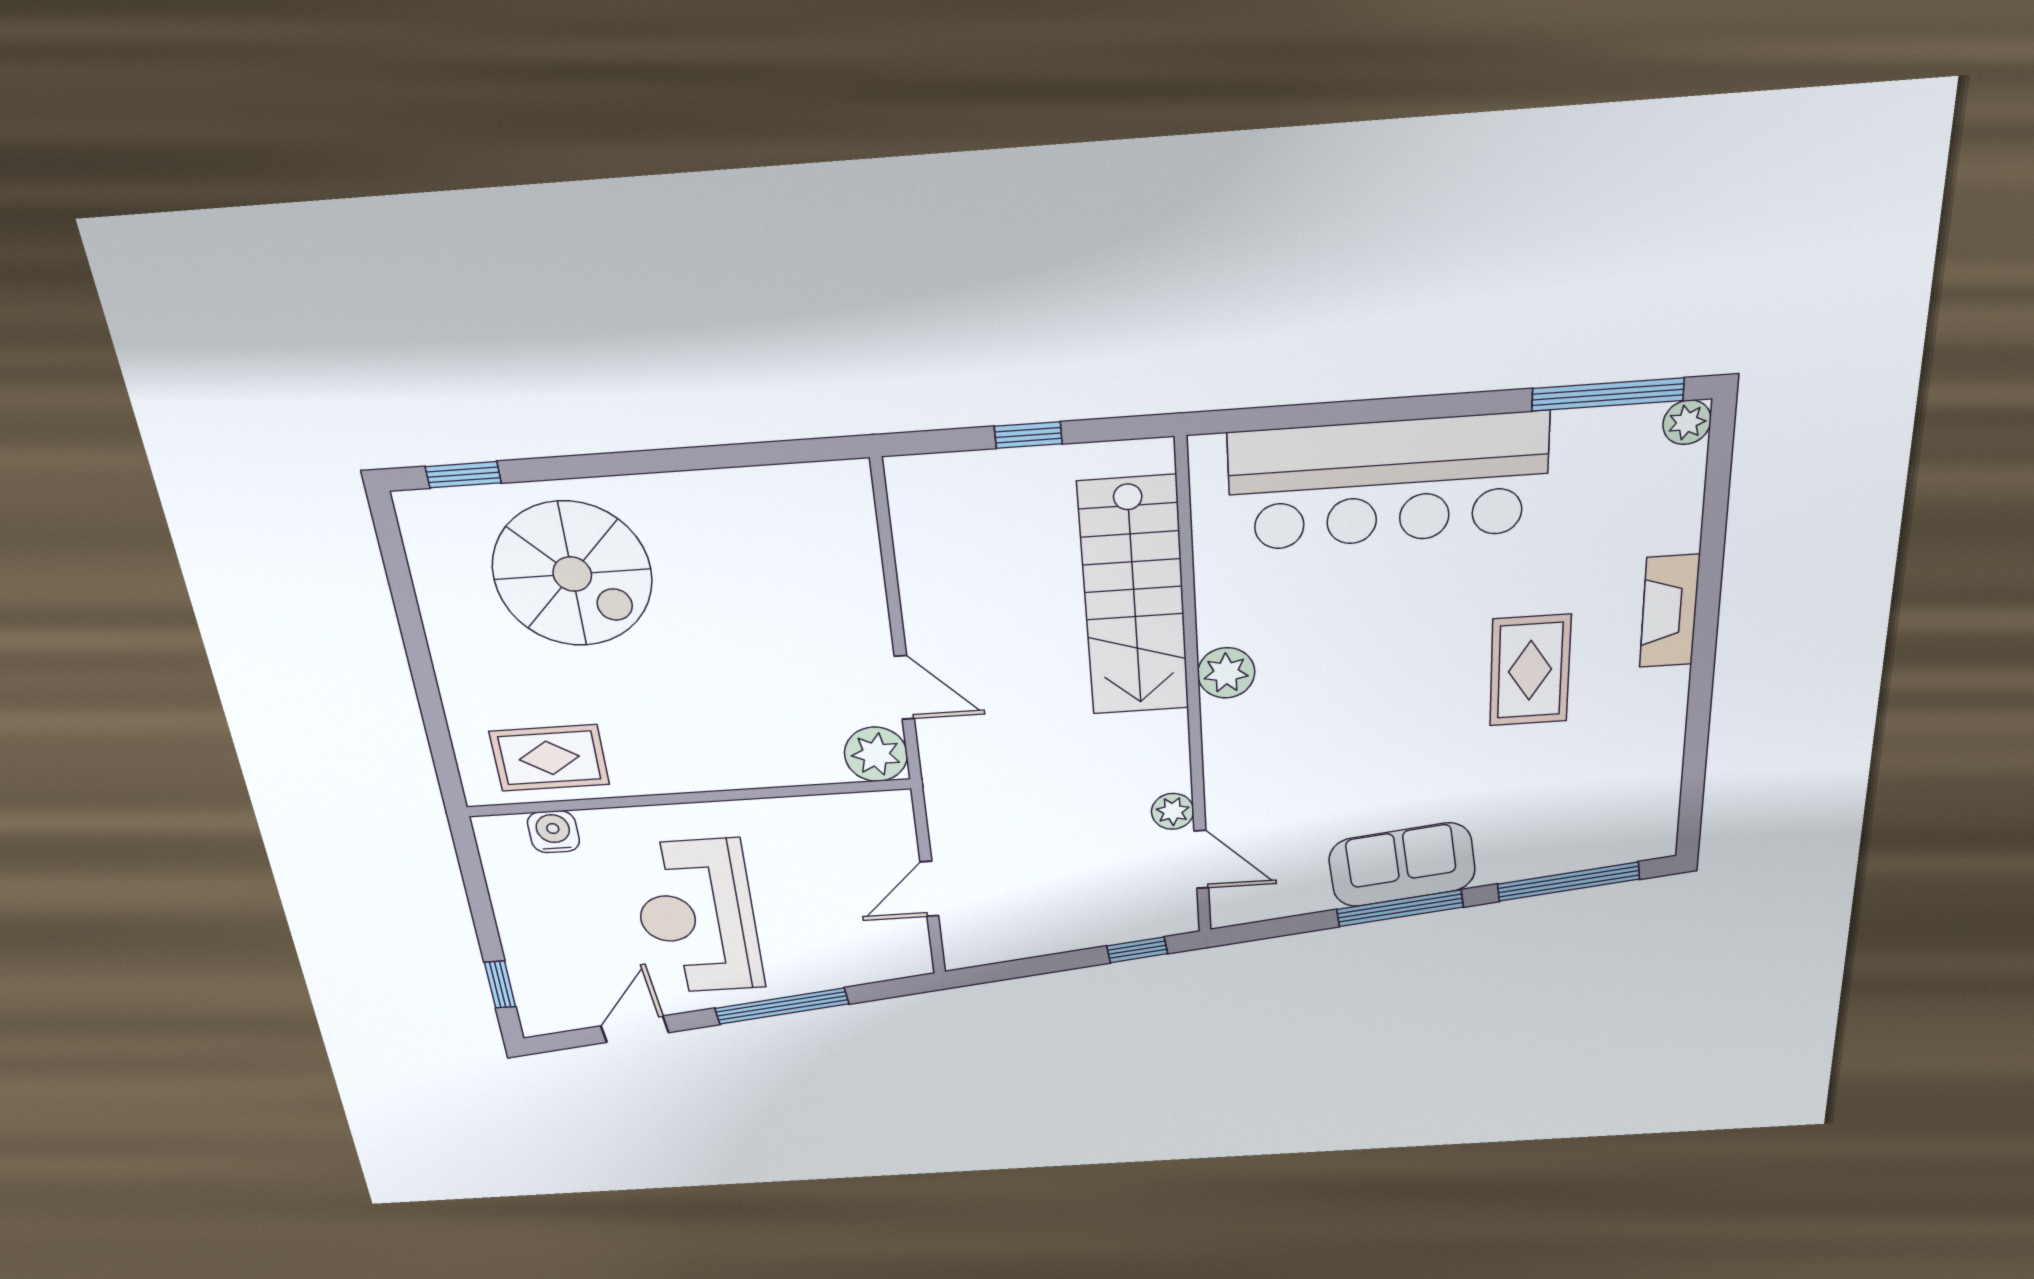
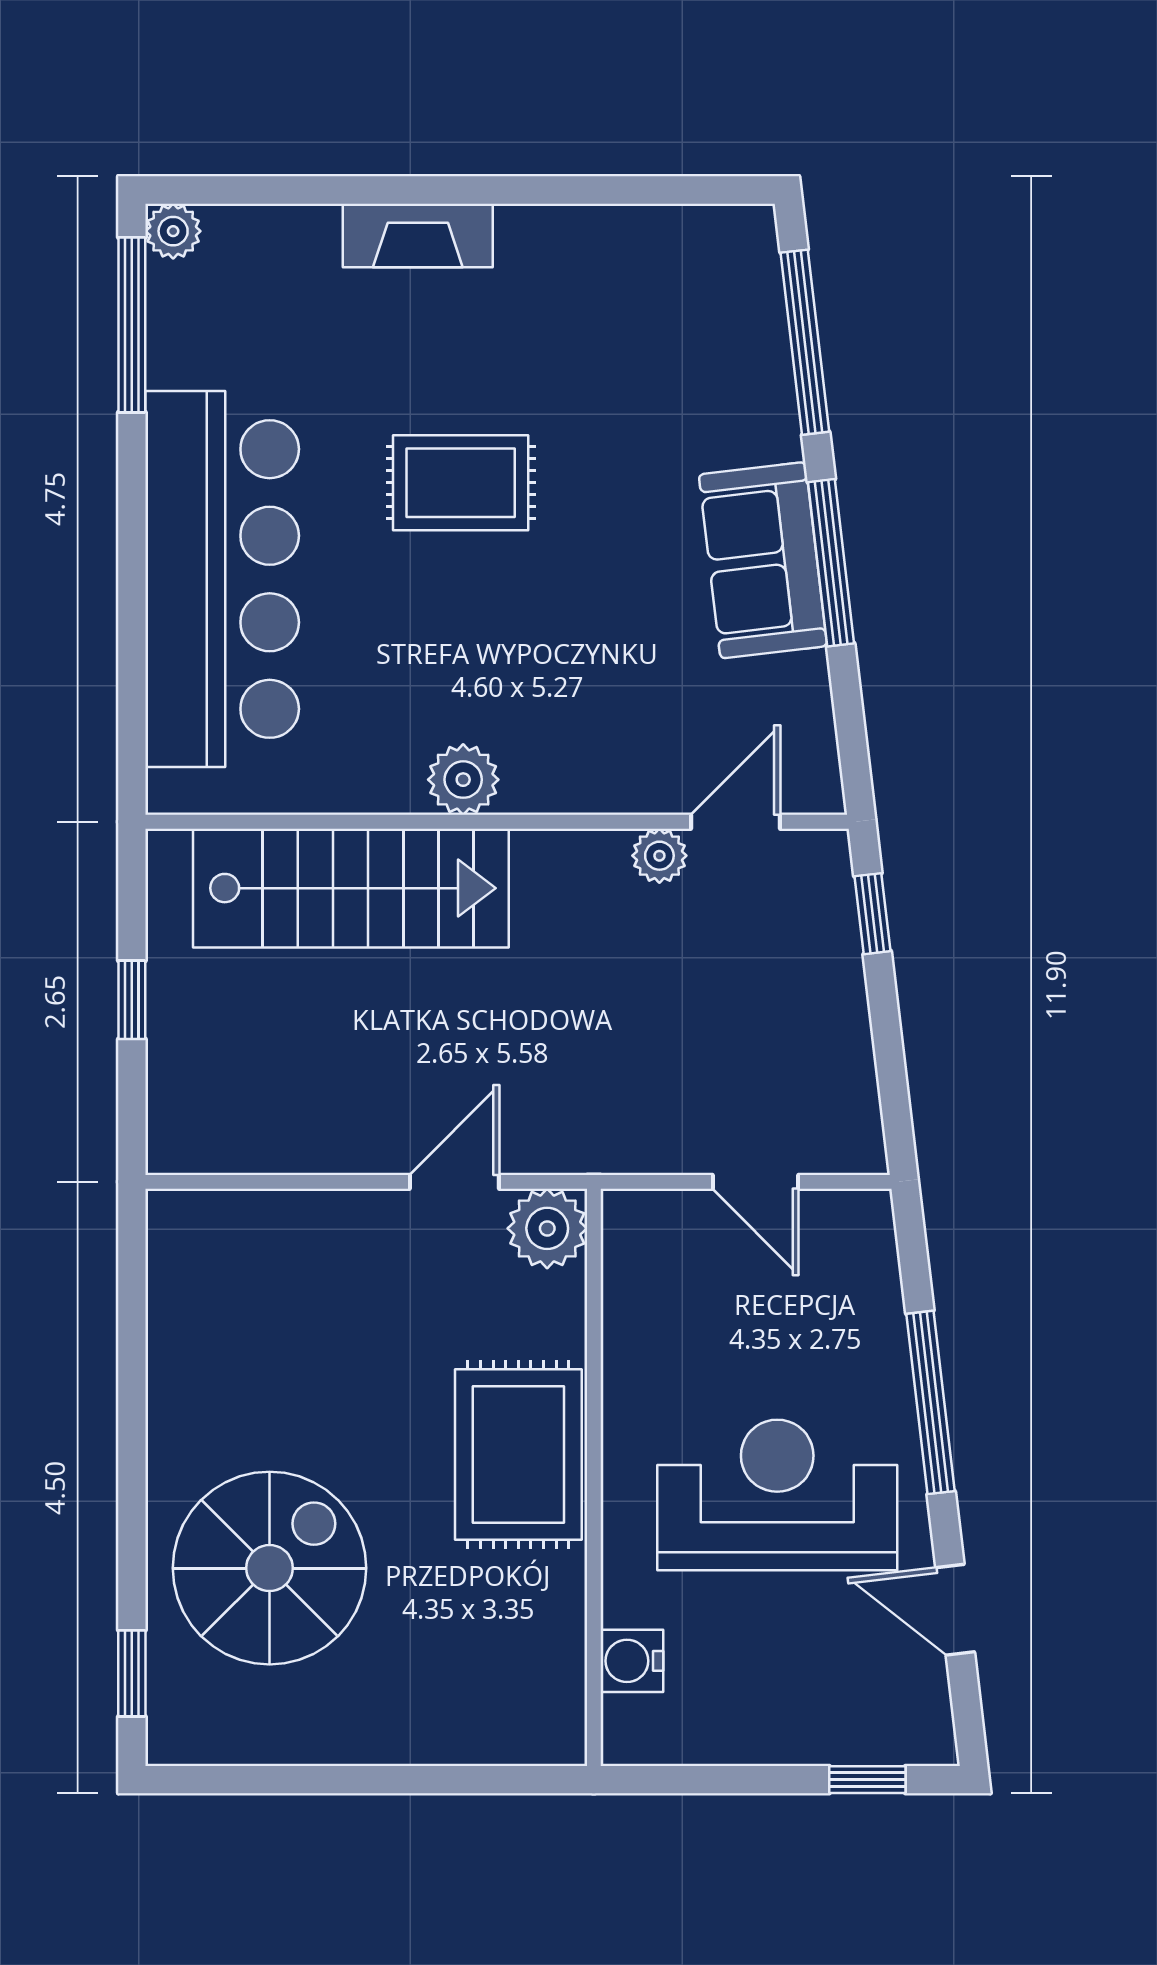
rug: (1530, 670) -> (461, 483), moved
rug: (549, 758) -> (518, 1454), moved, width x1.36, depth x1.43
reception desk: (697, 917) -> (777, 1495), turned 180

